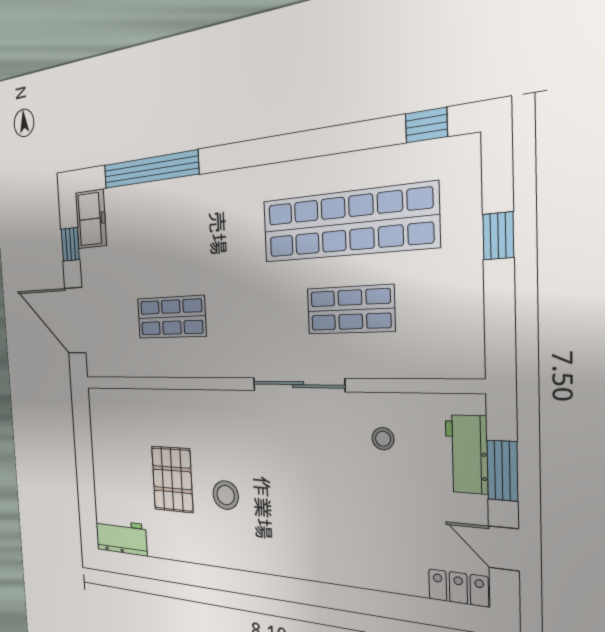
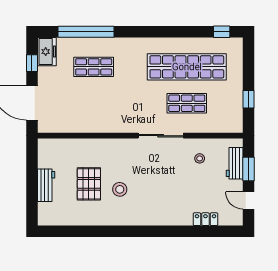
window: (498, 236) -> (248, 99), moved
shop shelf: (171, 317) -> (94, 67), moved
workbench: (121, 537) -> (46, 185), moved, turned 90
locker: (458, 588) -> (205, 219), moved

